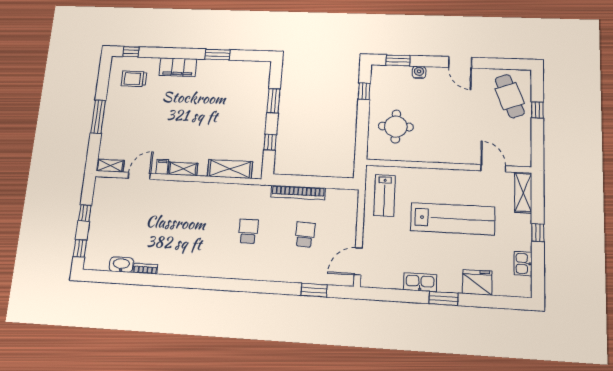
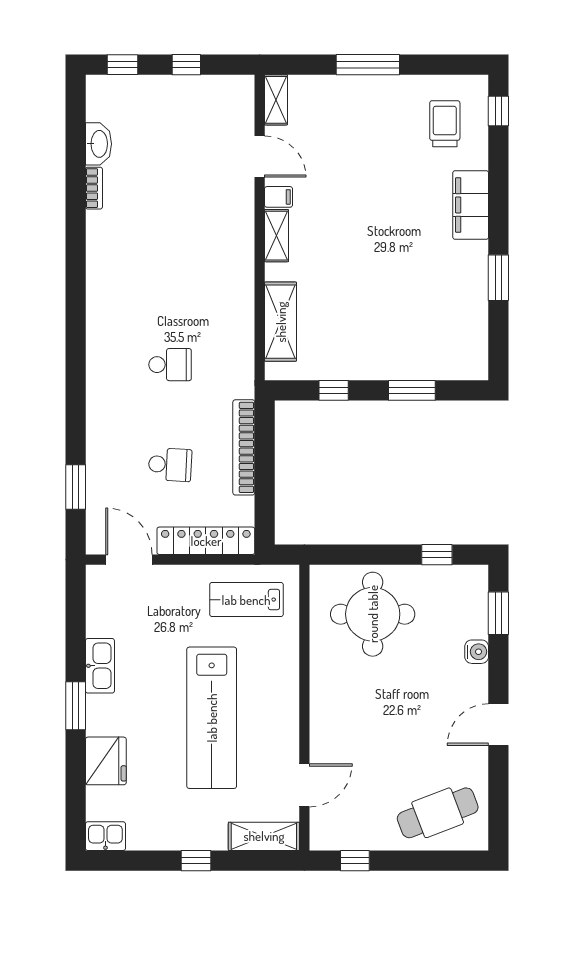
window: (537, 110) -> (355, 861), moved
round table: (396, 127) -> (373, 614), width x1.36, depth x1.36
locker: (350, 217) -> (206, 541), added
kitchen sink: (523, 263) -> (105, 836), moved

